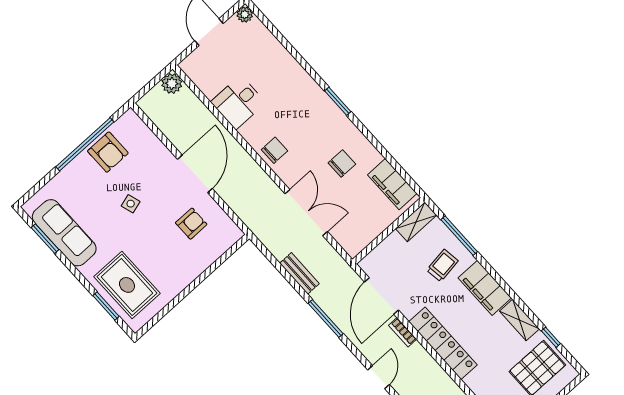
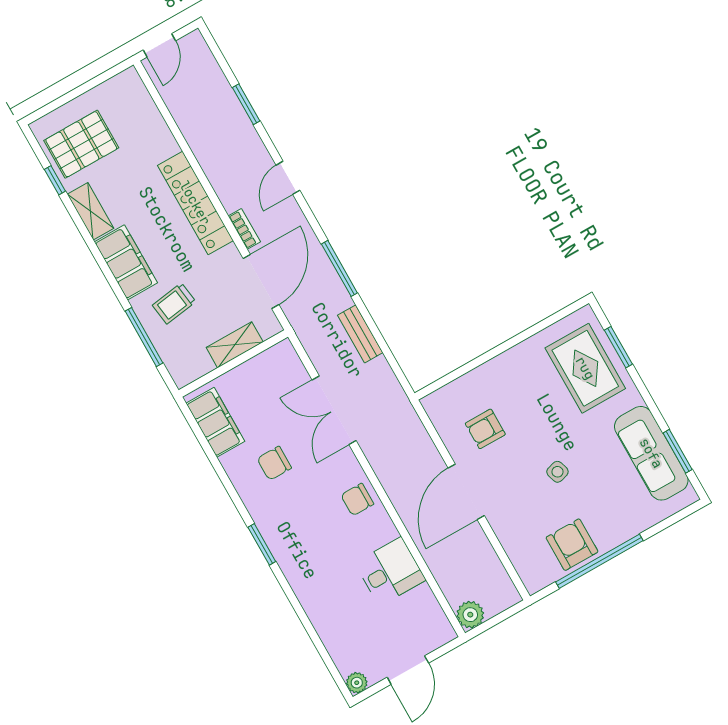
shelving: (416, 222) -> (235, 345), moved

